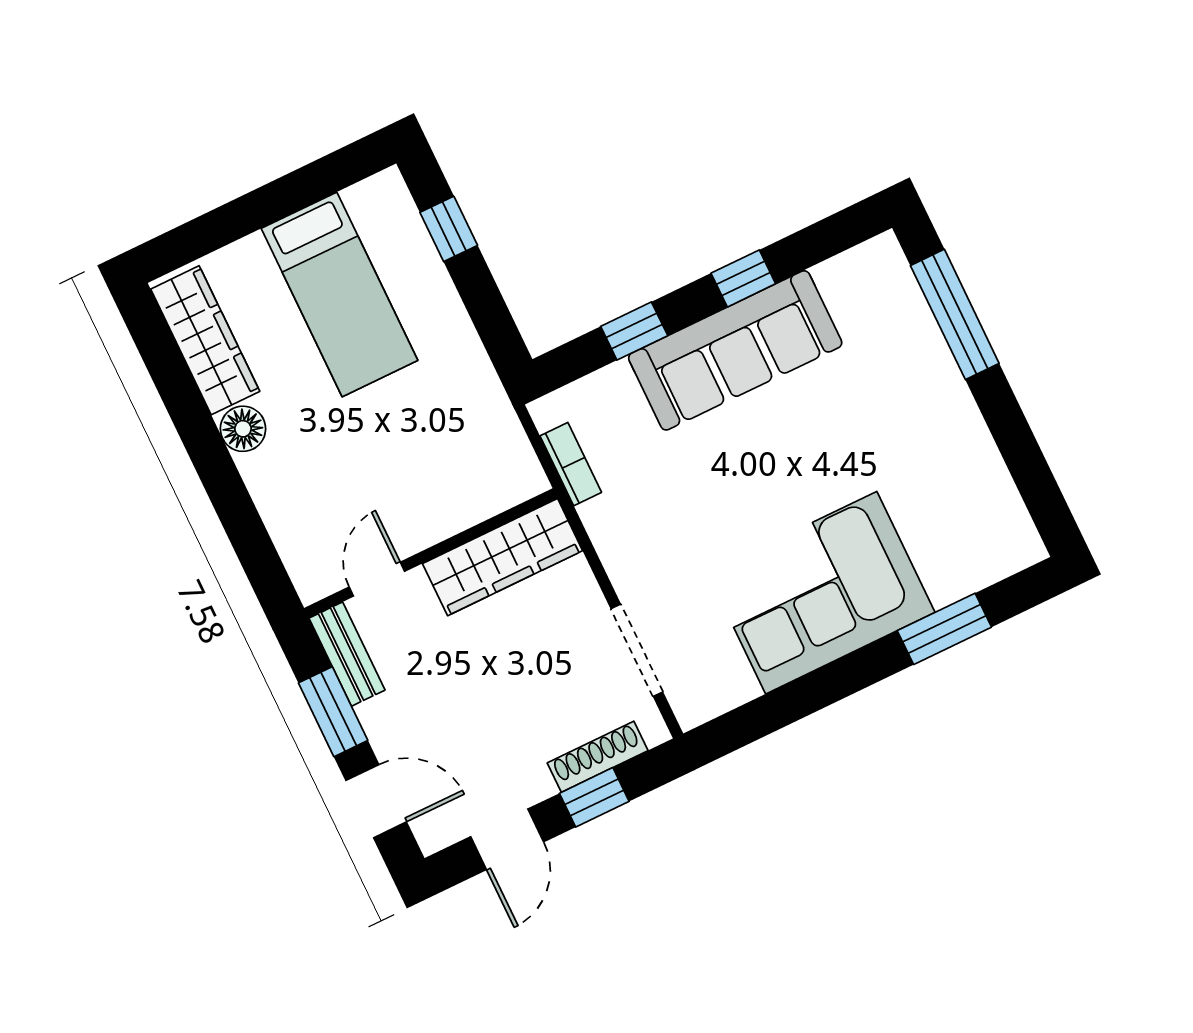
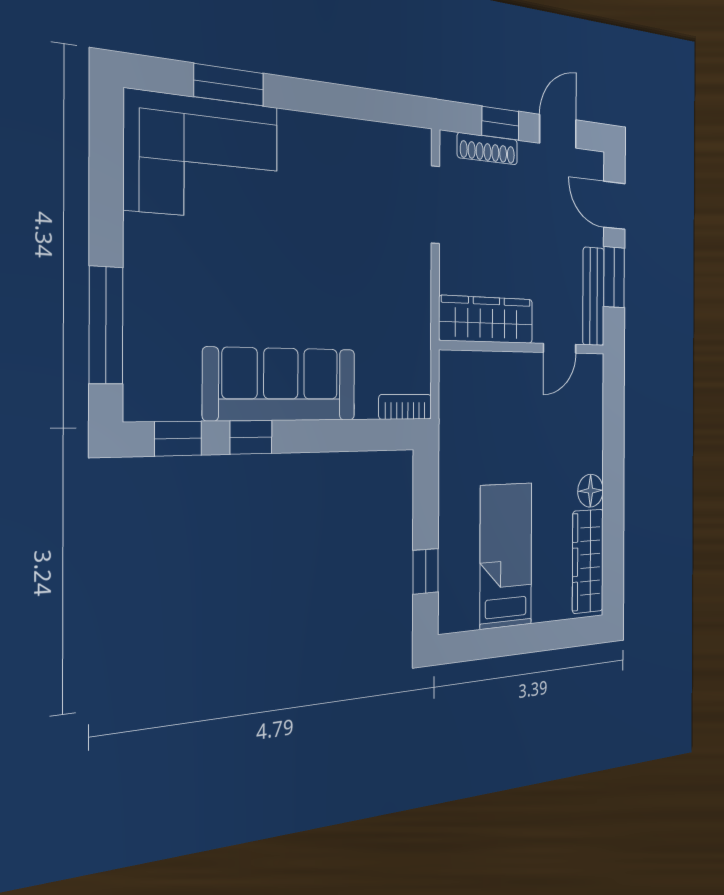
window: (634, 331) -> (178, 439), moved
bookcase: (571, 464) -> (405, 407), moved, turned 90
corner sofa: (821, 593) -> (202, 157), moved
bench: (347, 654) -> (593, 296), width x1.36

